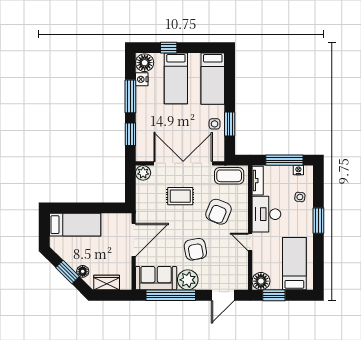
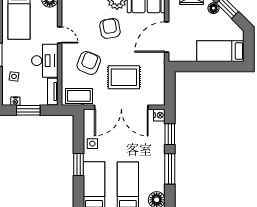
nightstand: (142, 79) -> (159, 115), moved
window: (230, 124) -> (78, 164), moved
window: (284, 160) -> (28, 110), width x0.69
plant: (143, 173) -> (158, 99), removed
rug: (180, 196) -> (124, 77), width x1.36, depth x1.43

